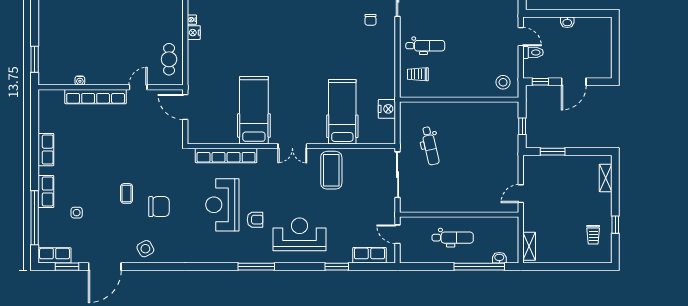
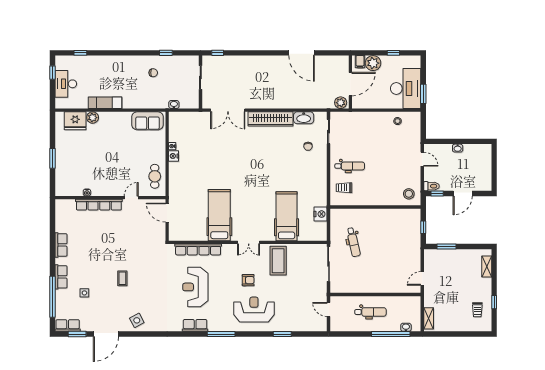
toilet: (533, 52) -> (432, 186), moved
window: (35, 59) -> (53, 158), moved
chair: (159, 207) -> (147, 288), removed
armchair: (255, 220) -> (248, 280), moved
row of seats: (369, 255) -> (195, 325), moved

